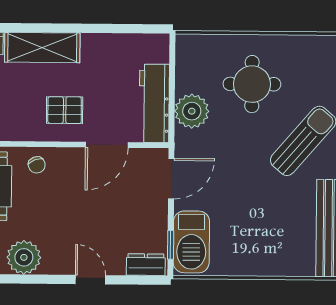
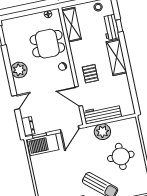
door: (171, 179) -> (70, 129), hinge flipped

